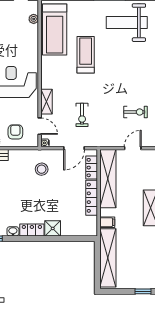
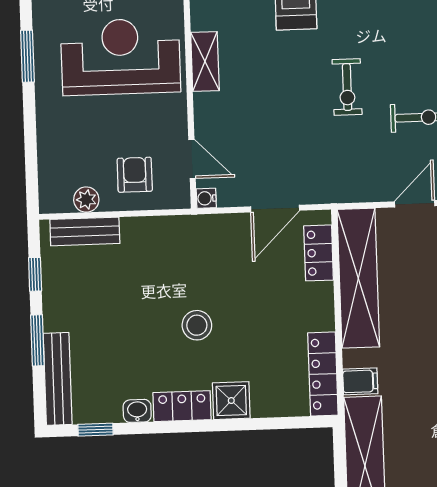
shelving: (47, 102) -> (205, 61), moved
exercise bike: (82, 115) -> (347, 87), moved
stool: (42, 169) -> (197, 325), moved
locker: (92, 198) -> (323, 374), moved

